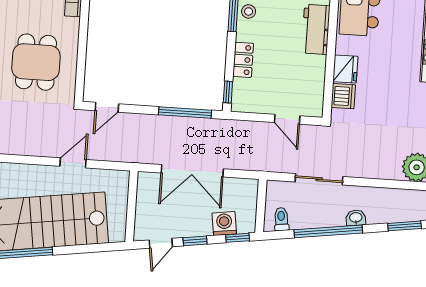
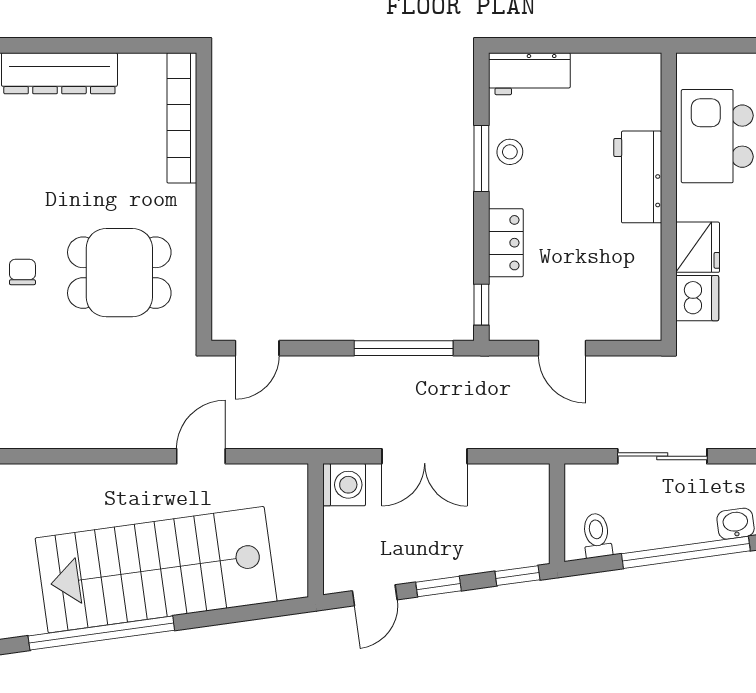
dining table: (36, 62) -> (119, 273), turned 90
door: (287, 119) -> (562, 348), moved
double door: (192, 171) -> (425, 456), width x0.73
washing machine: (224, 223) -> (344, 485), moved, turned 98

